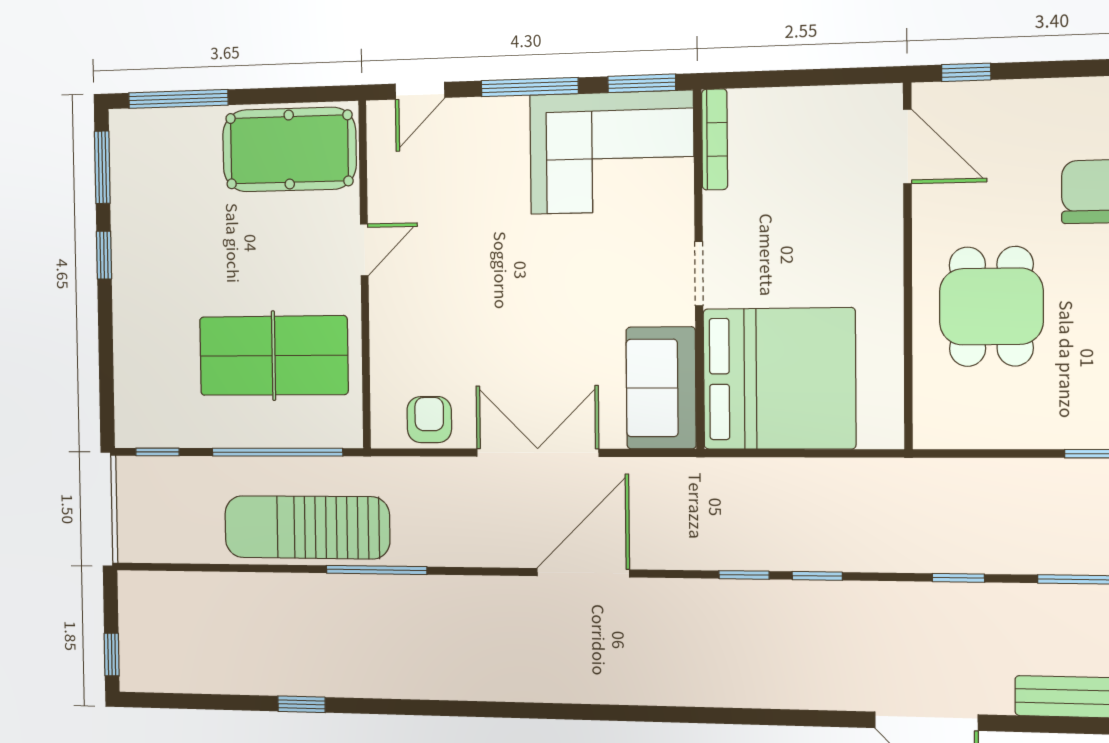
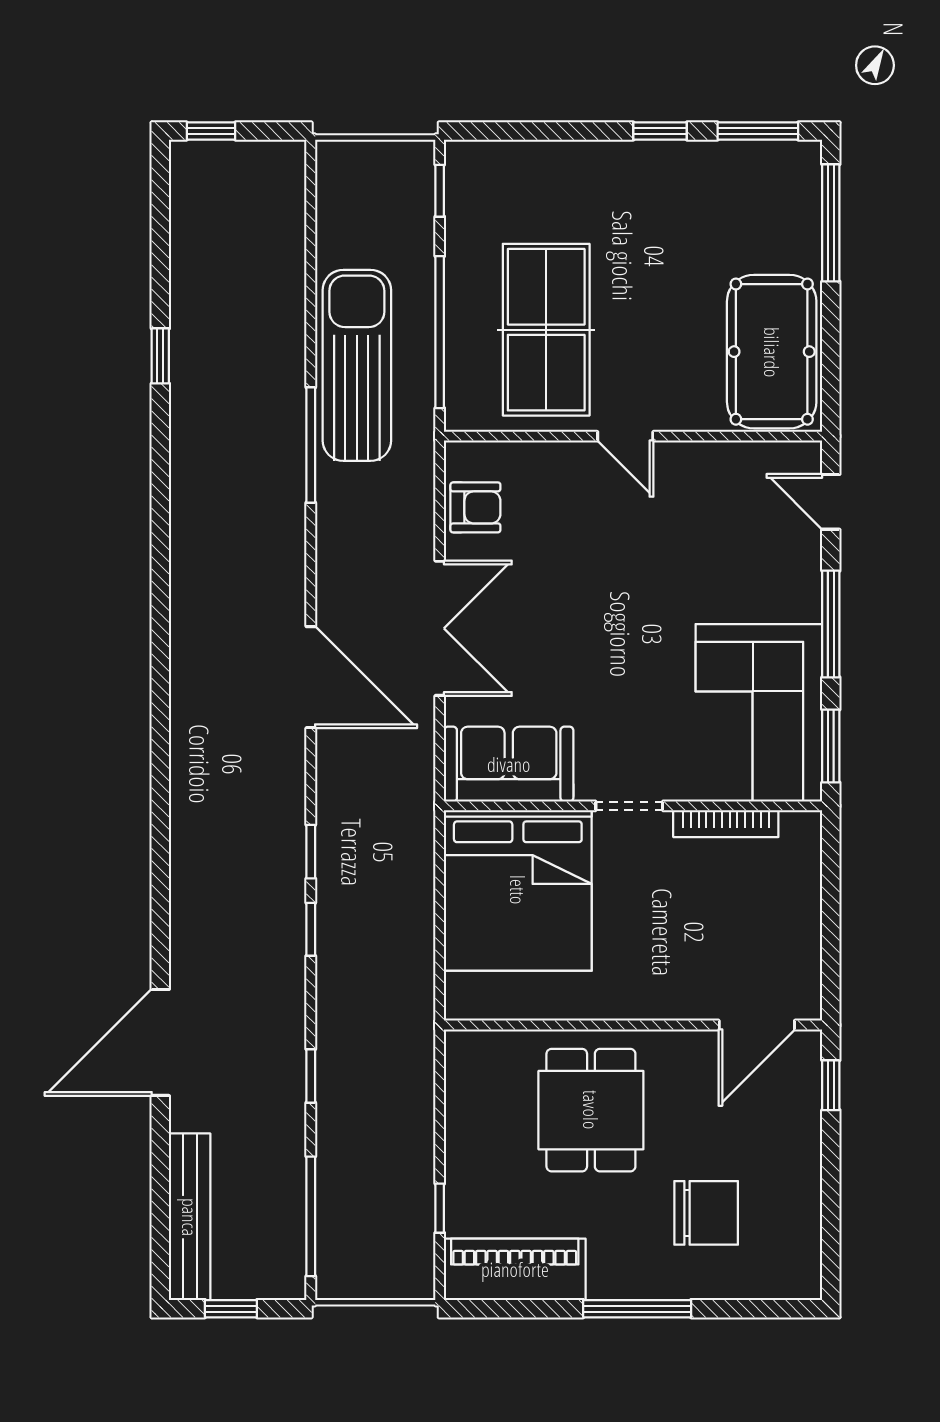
bookcase: (715, 139) -> (726, 824), moved
door: (364, 250) -> (625, 436), moved
dining table: (991, 306) -> (591, 1110), turned 90

